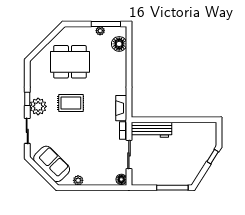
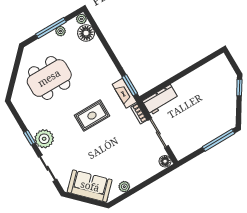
window: (106, 24) -> (51, 28), moved
plant: (122, 31) -> (81, 19), added
rug: (71, 103) -> (92, 116), moved
window: (129, 104) -> (130, 85), added
workbench: (151, 130) -> (160, 100), width x0.73

